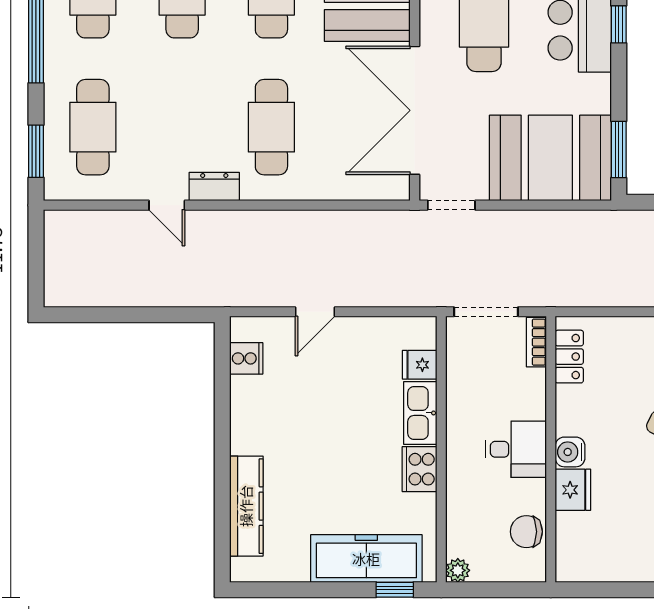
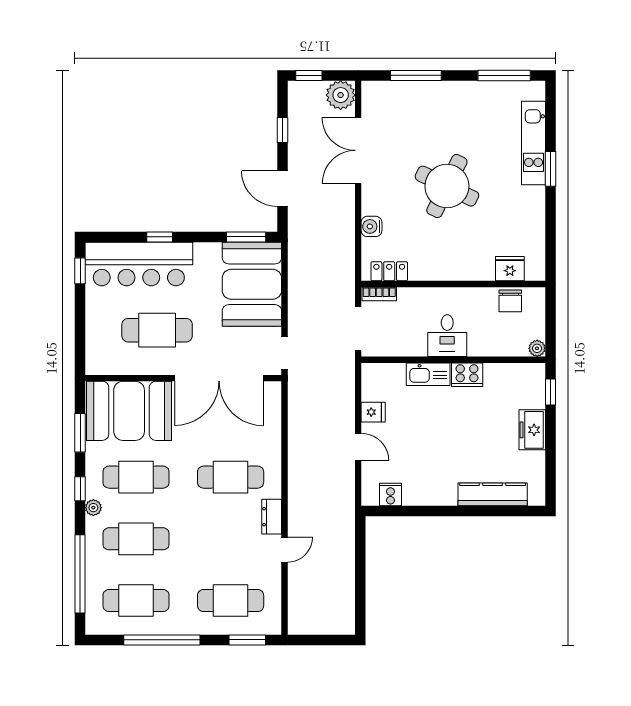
fridge: (420, 365) -> (373, 412), moved, turned -90
desk: (516, 449) -> (447, 336), moved, turned 180
water cooler: (570, 452) -> (371, 226), moved, turned 90
fridge: (573, 490) -> (510, 269), moved
freezer: (366, 559) -> (532, 430), width x0.52, depth x0.79

